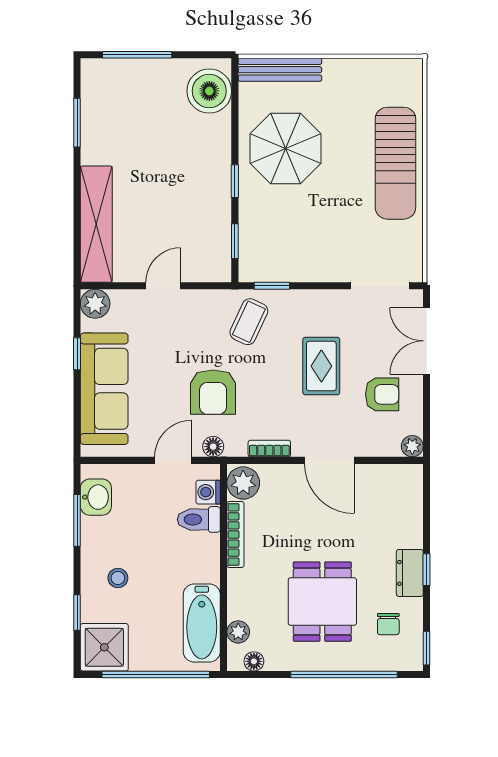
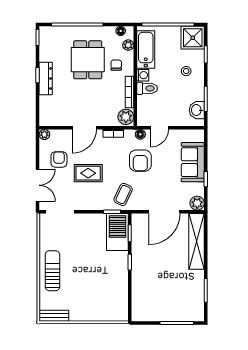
bench: (280, 70) -> (54, 316), moved, width x0.73
boiler: (209, 91) -> (142, 306), removed
parasol: (286, 149) -> (105, 278), removed
sun lounger: (395, 163) -> (52, 271), width x0.73, depth x0.75
barbecue: (261, 244) -> (117, 232), added
door: (163, 286) -> (164, 212), width x1.87
rug: (321, 366) -> (88, 173), turned 90
sofa: (104, 389) -> (193, 162), width x0.73
armchair: (213, 392) -> (140, 161), turned 180
armchair: (382, 394) -> (59, 159), turned 90
door: (329, 460) -> (84, 128), swing flipped
washing machine: (208, 492) -> (143, 75), moved
toilet: (199, 519) -> (147, 88), moved
dresser: (410, 573) -> (46, 78), width x1.44
chair: (388, 624) -> (116, 65), moved

